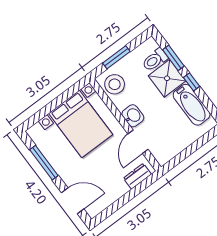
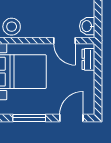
washbasin: (133, 116) -> (87, 26), moved, turned -90

